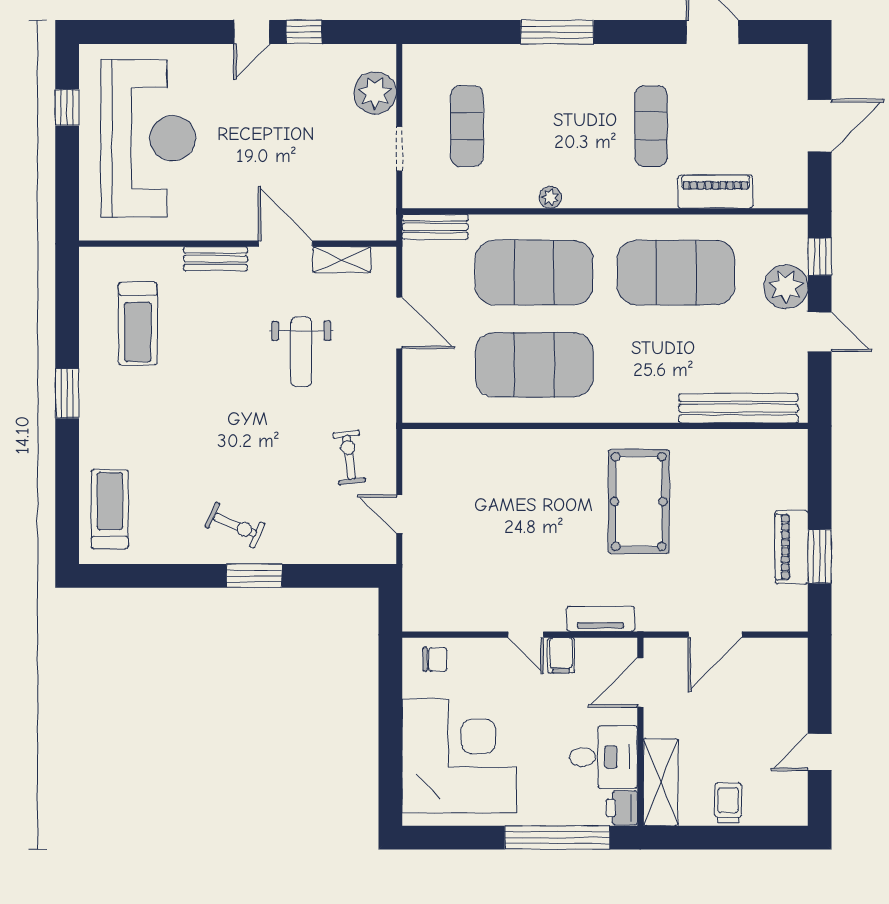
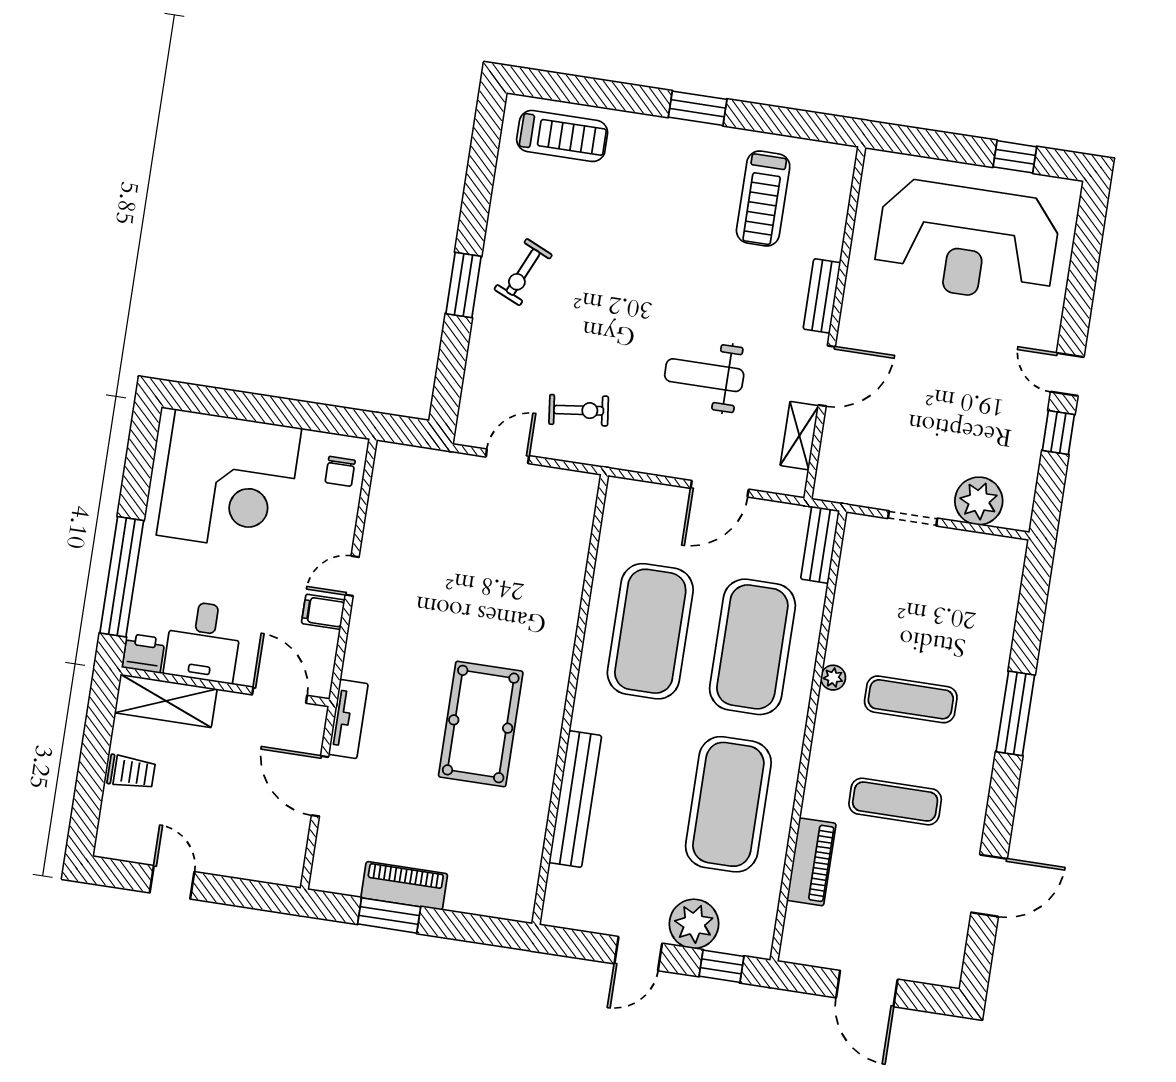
exercise mat: (467, 126) -> (911, 699), moved
treadmill: (138, 324) -> (763, 198), turned -90
bench: (738, 408) -> (575, 799), moved
pool table: (639, 502) -> (481, 724), turned 90
tv unit: (601, 619) -> (348, 719), moved

